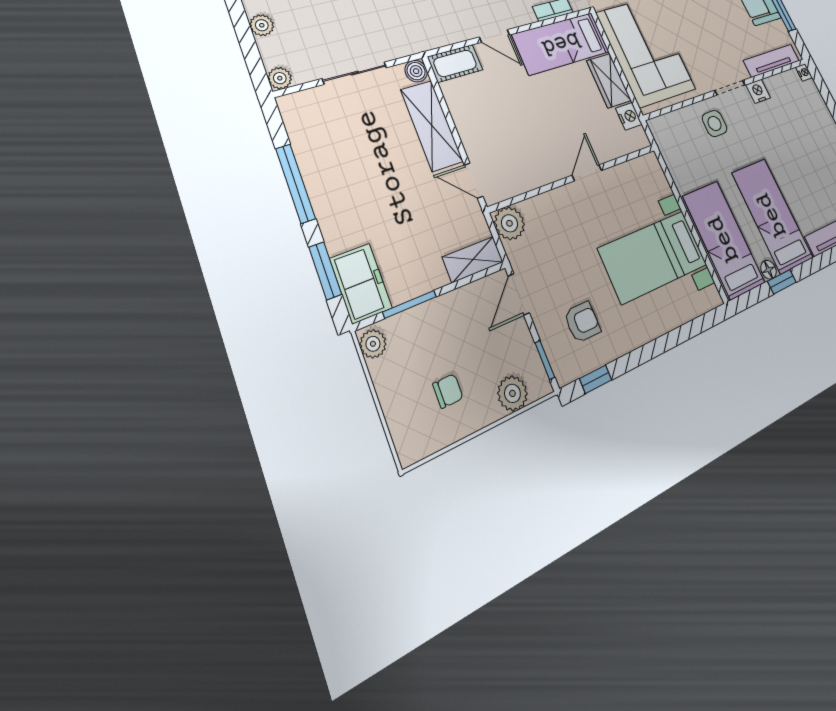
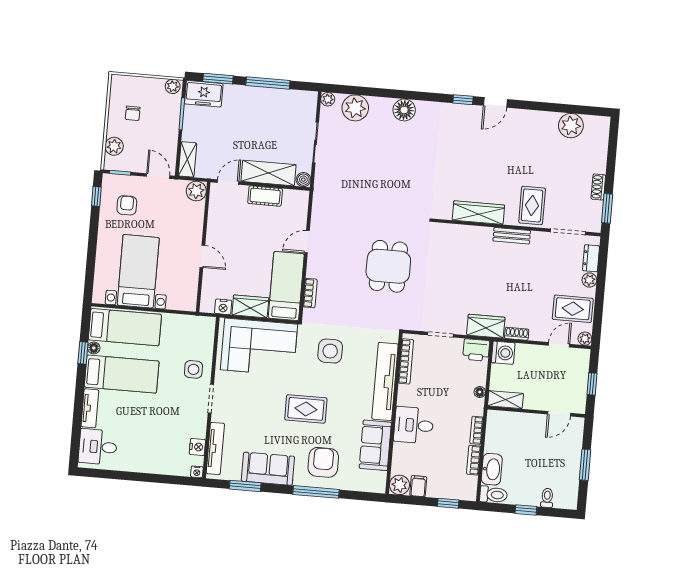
plant: (262, 25) -> (355, 108), width x1.88, depth x1.88
cot: (455, 63) -> (265, 196), moved, turned 90
nightstand: (758, 91) -> (197, 447), moved
armchair: (582, 322) -> (127, 205), turned 180

